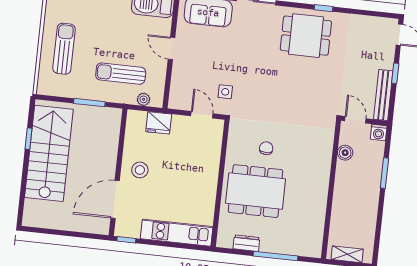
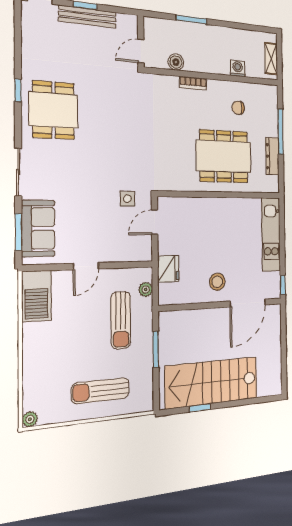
bench: (383, 95) -> (88, 17), moved
washing machine: (379, 132) -> (238, 68), moved, turned -90
chair: (266, 148) -> (238, 108), moved
bookcase: (325, 168) -> (193, 83), added
dining table: (256, 191) -> (224, 156), turned 90
door: (115, 199) -> (248, 303), hinge flipped
dresser: (246, 243) -> (272, 156), width x1.44

